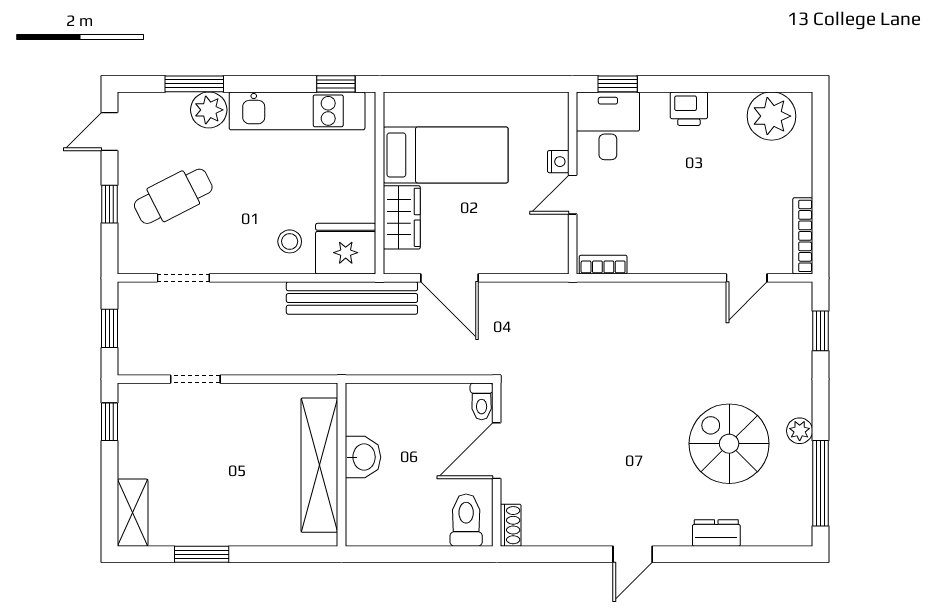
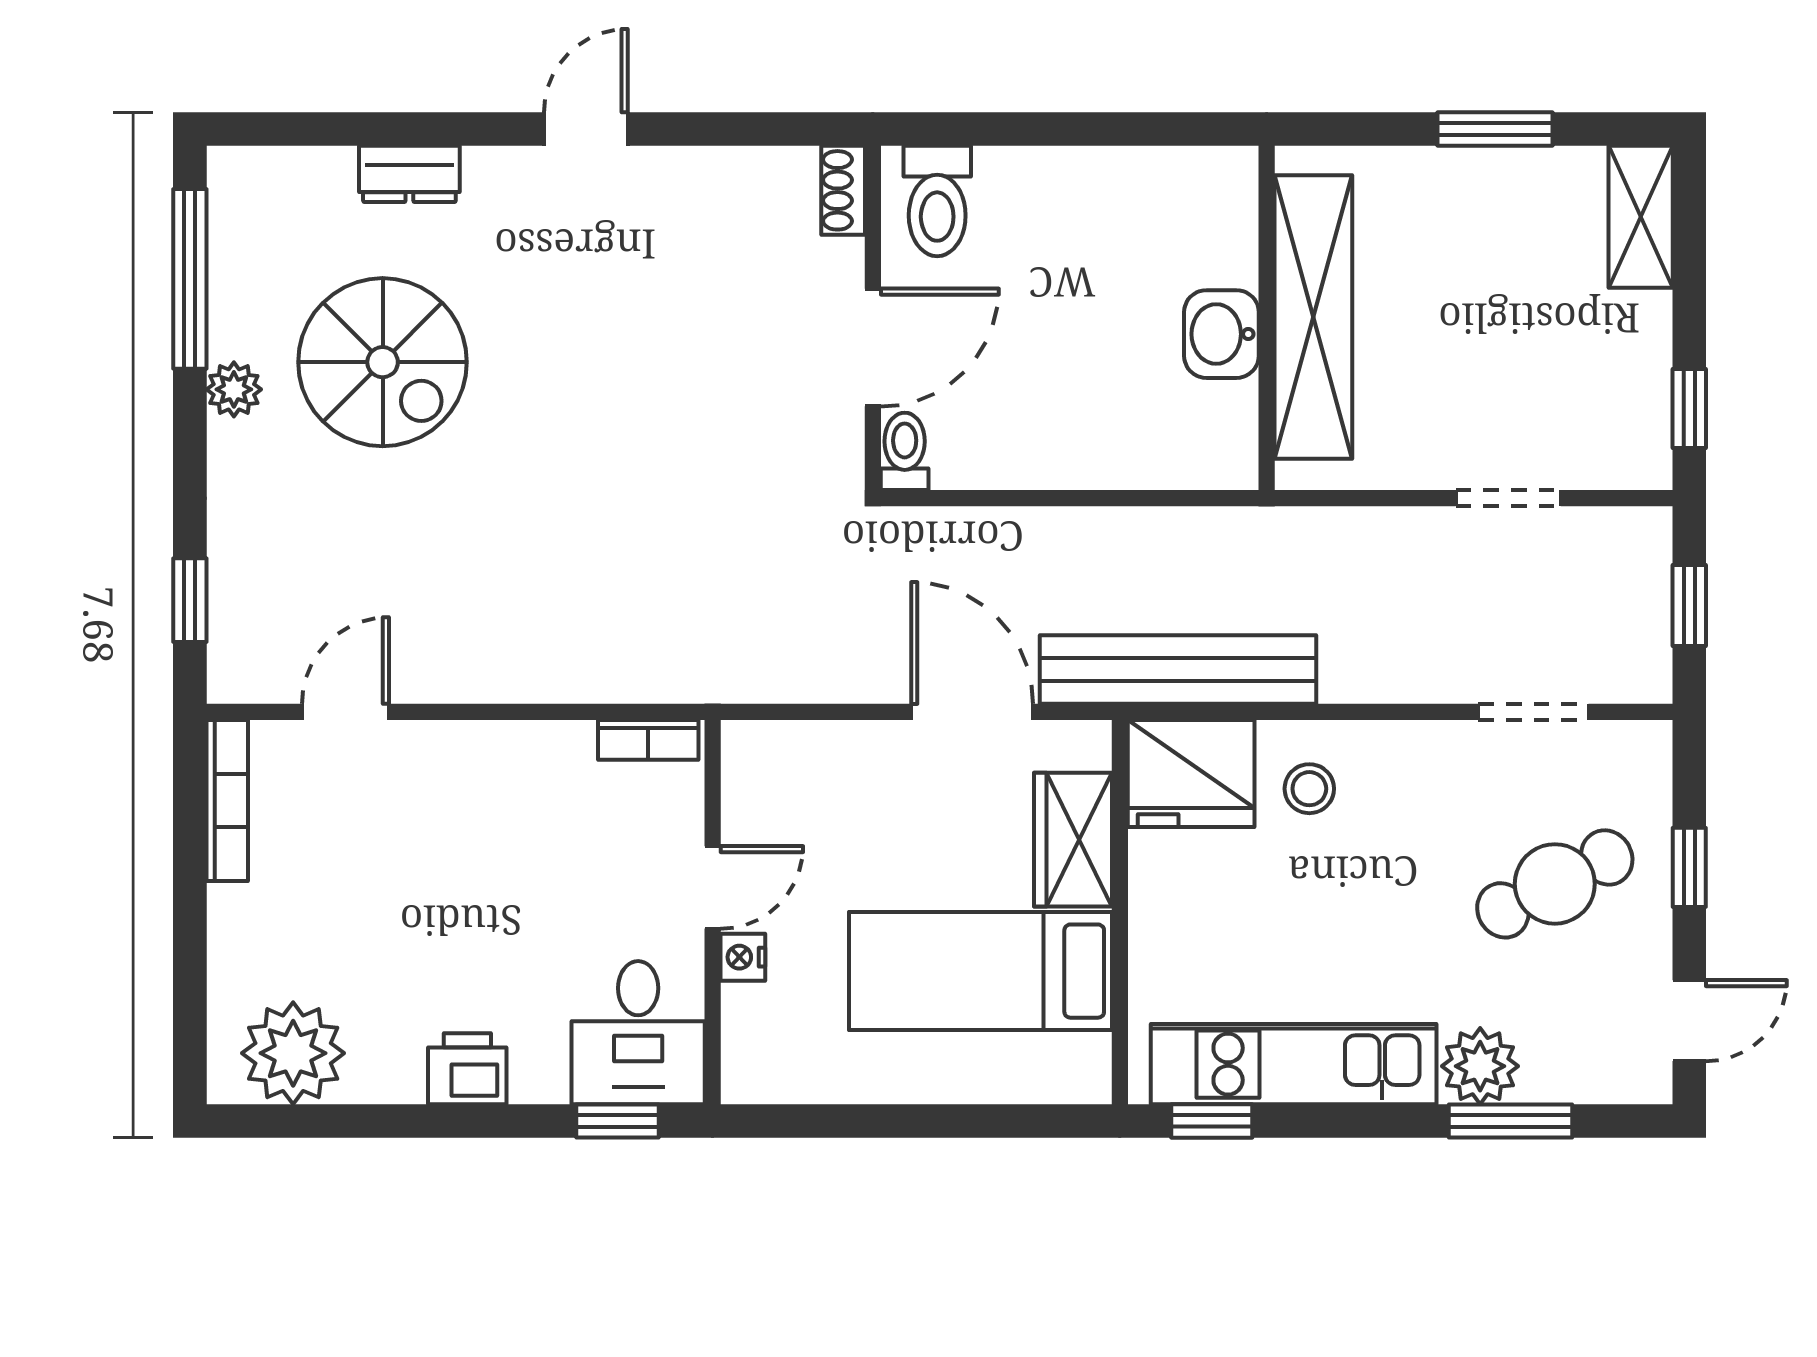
washbasin: (363, 457) -> (1221, 334), moved
shelving: (319, 465) -> (1313, 317), moved
wall: (342, 465) -> (1267, 318), moved

